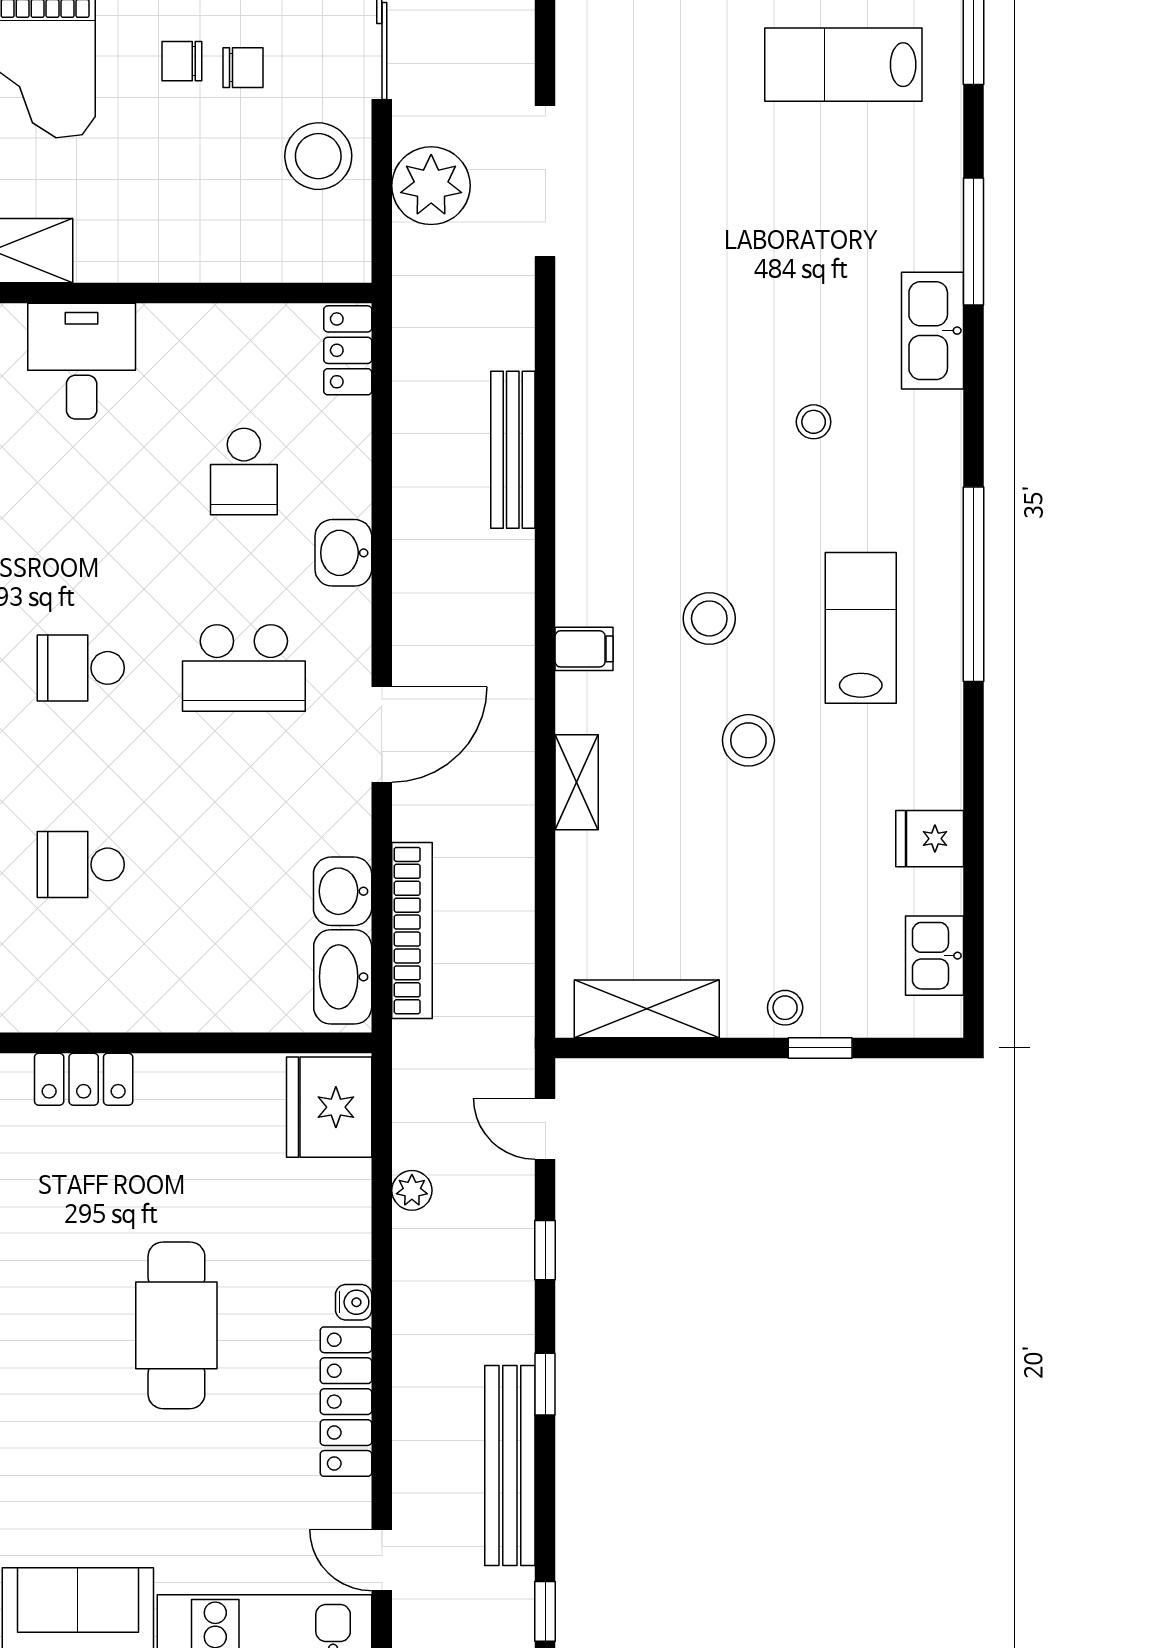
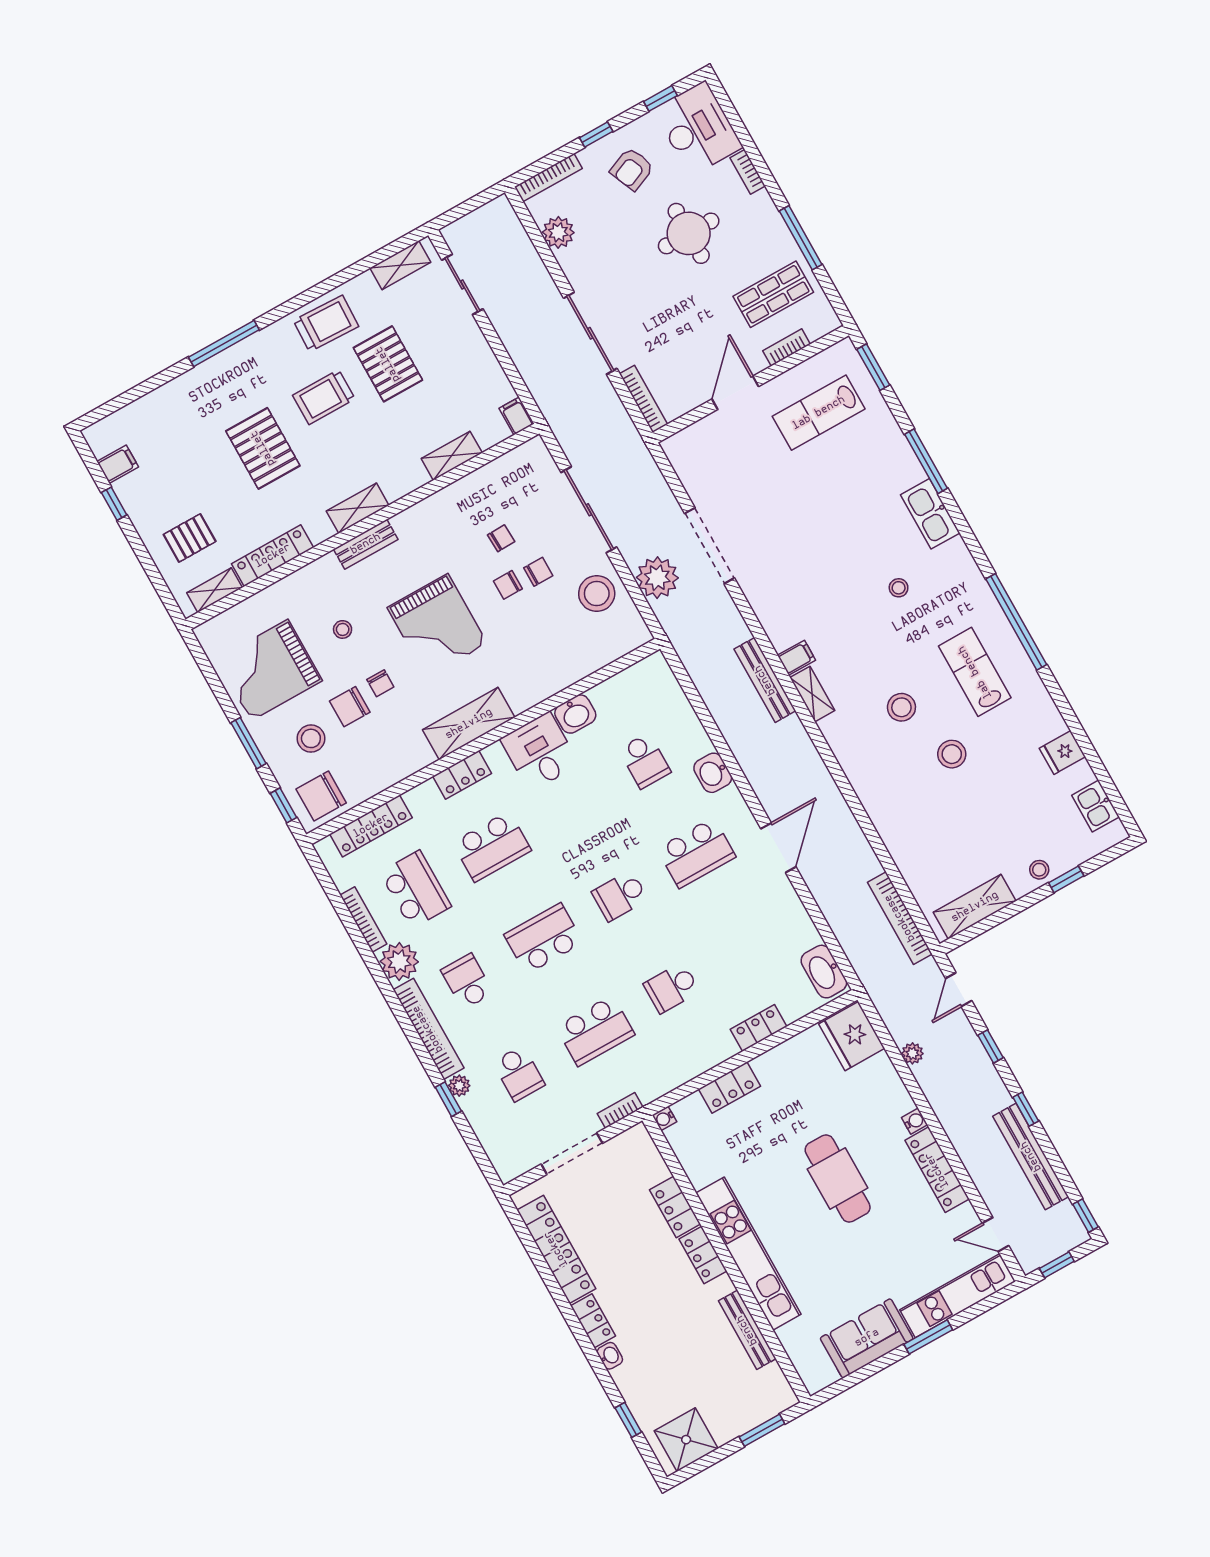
locker: (348, 350) -> (759, 1028), moved, turned 90
filing cabinet: (584, 649) -> (796, 658), moved
shelving: (577, 782) -> (812, 694), moved
washbasin: (343, 891) -> (575, 714), moved, turned -90
bookcase: (412, 931) -> (900, 918), moved, turned 180
door: (545, 1129) -> (959, 990), hinge flipped

